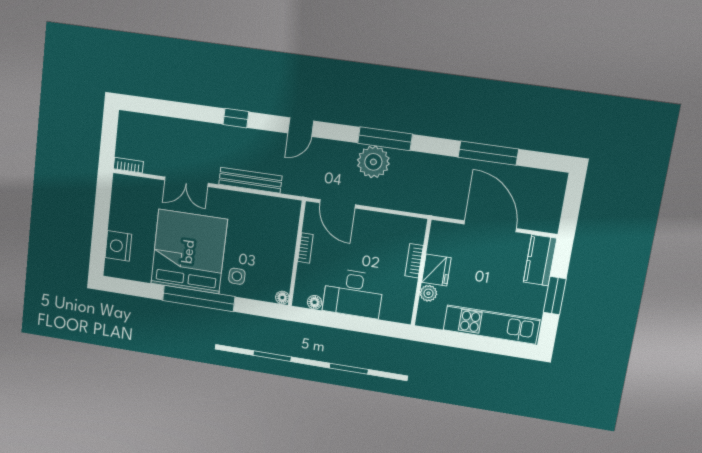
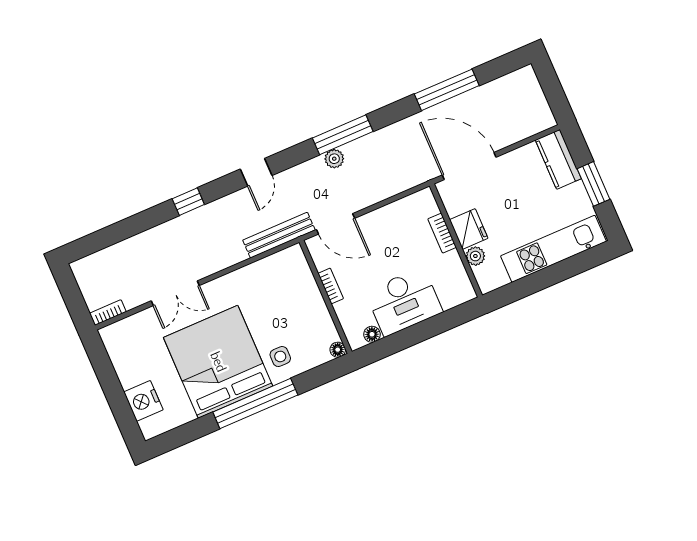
plant: (373, 162) -> (334, 159), width x0.53, depth x0.53
bench: (250, 180) -> (279, 235), moved
door: (490, 226) -> (469, 166), moved

